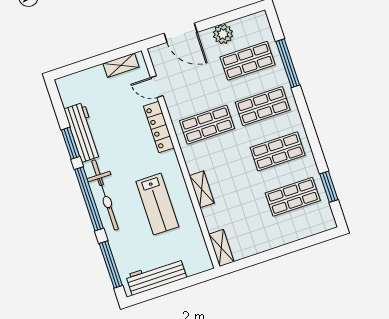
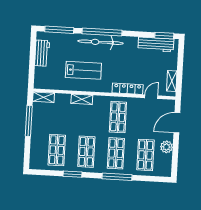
window: (288, 63) -> (117, 177), moved
workbench: (83, 132) -> (156, 44), moved
window: (70, 143) -> (164, 36), moved
window: (329, 187) -> (72, 174), moved
lab bench: (157, 204) -> (83, 70), turned 180
window: (266, 256) -> (29, 121), added
workbench: (156, 276) -> (42, 53), width x0.73

